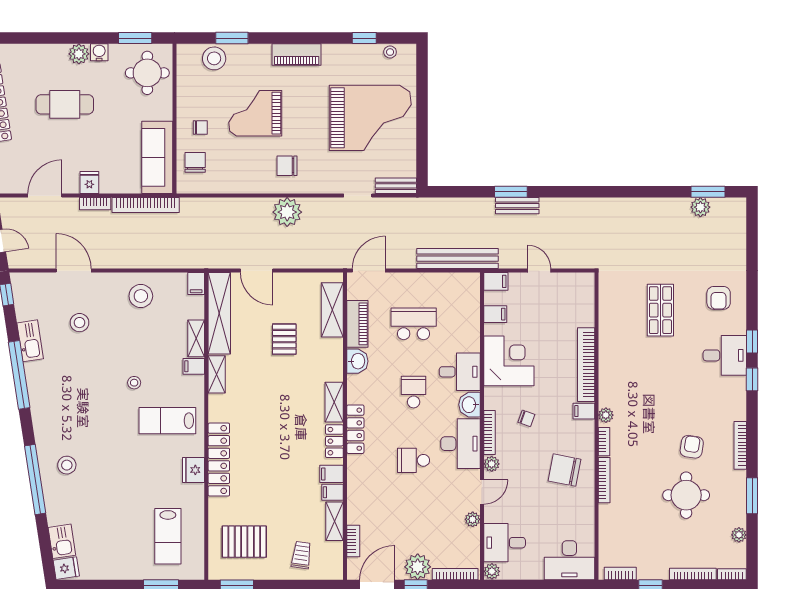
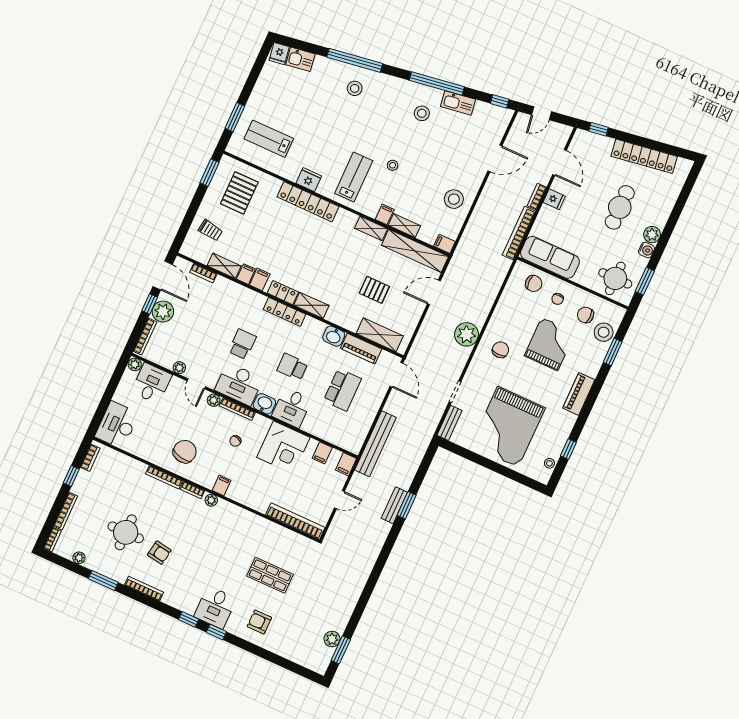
chair: (204, 88) -> (586, 315), added
stool: (79, 323) -> (422, 113), moved
bookcase: (586, 365) -> (295, 521), moved
school desk: (414, 392) -> (292, 367), turned 180

